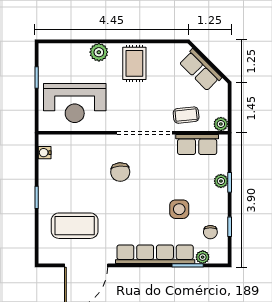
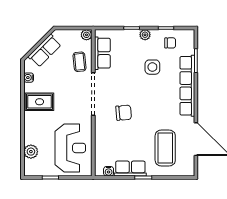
water cooler: (166, 49) -> (29, 78), added
plant: (99, 52) -> (31, 152), moved
row of seats: (48, 181) -> (130, 169), added
plant: (221, 181) -> (145, 35), moved
plant: (203, 257) -> (189, 49), removed

